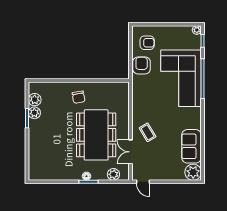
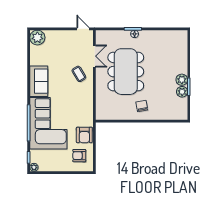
plant: (35, 100) -> (182, 80), moved
sofa: (192, 146) -> (39, 81), moved
plant: (113, 174) -> (110, 36), removed

